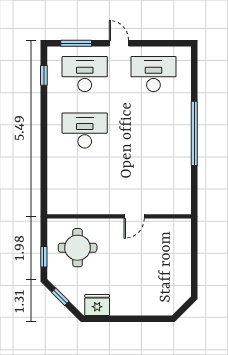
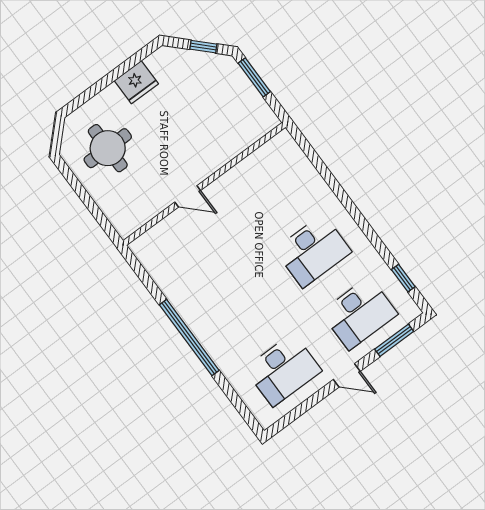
door: (134, 216) -> (188, 196), swing flipped
round table: (78, 248) -> (108, 148), moved
window: (44, 257) -> (254, 77), width x1.50
fridge: (97, 305) -> (136, 82), moved

